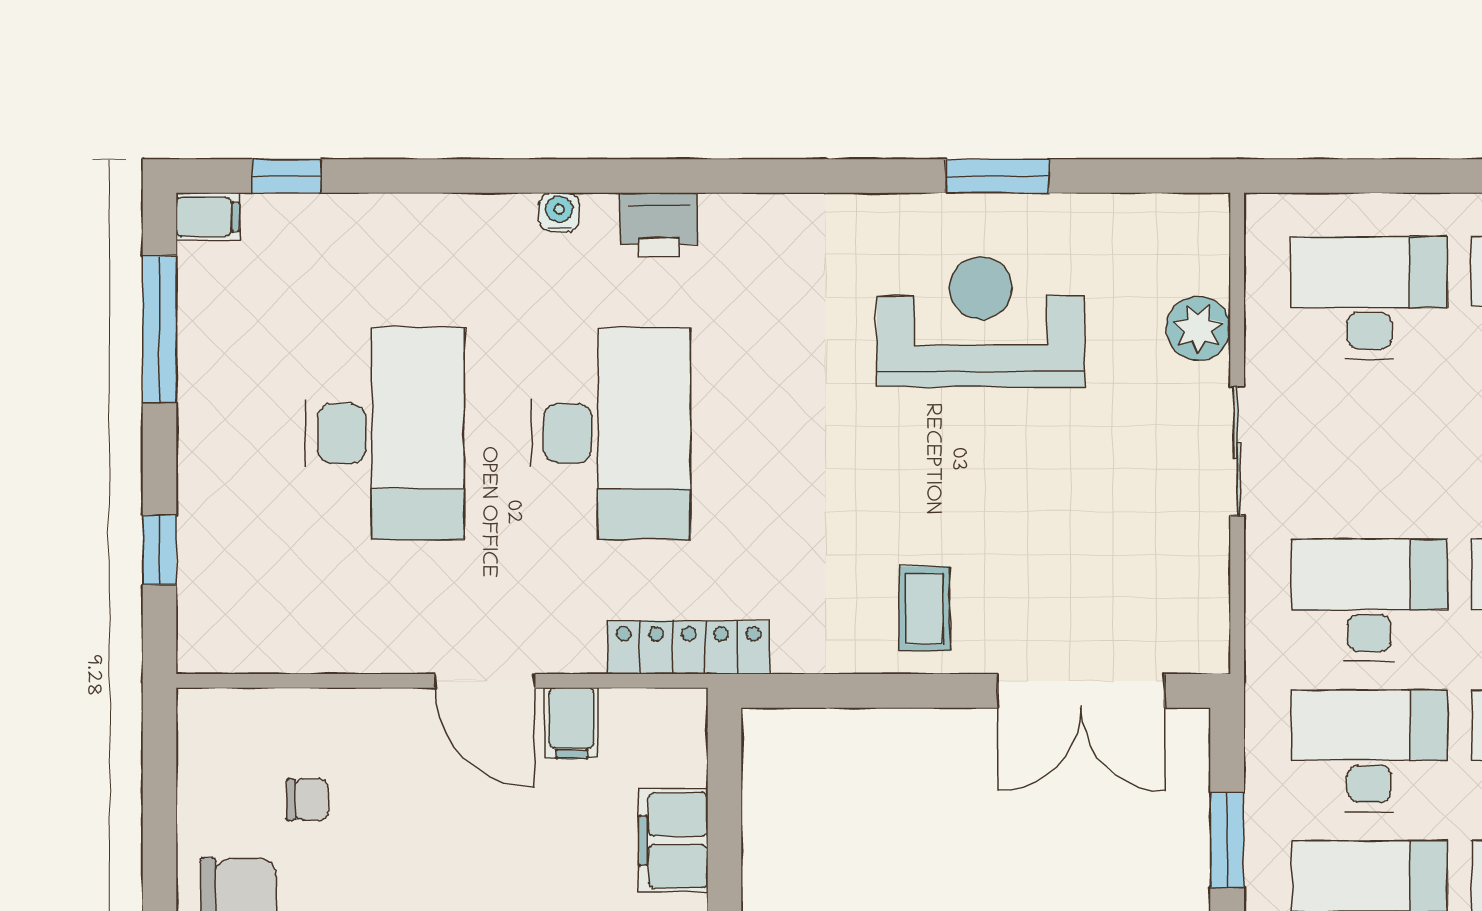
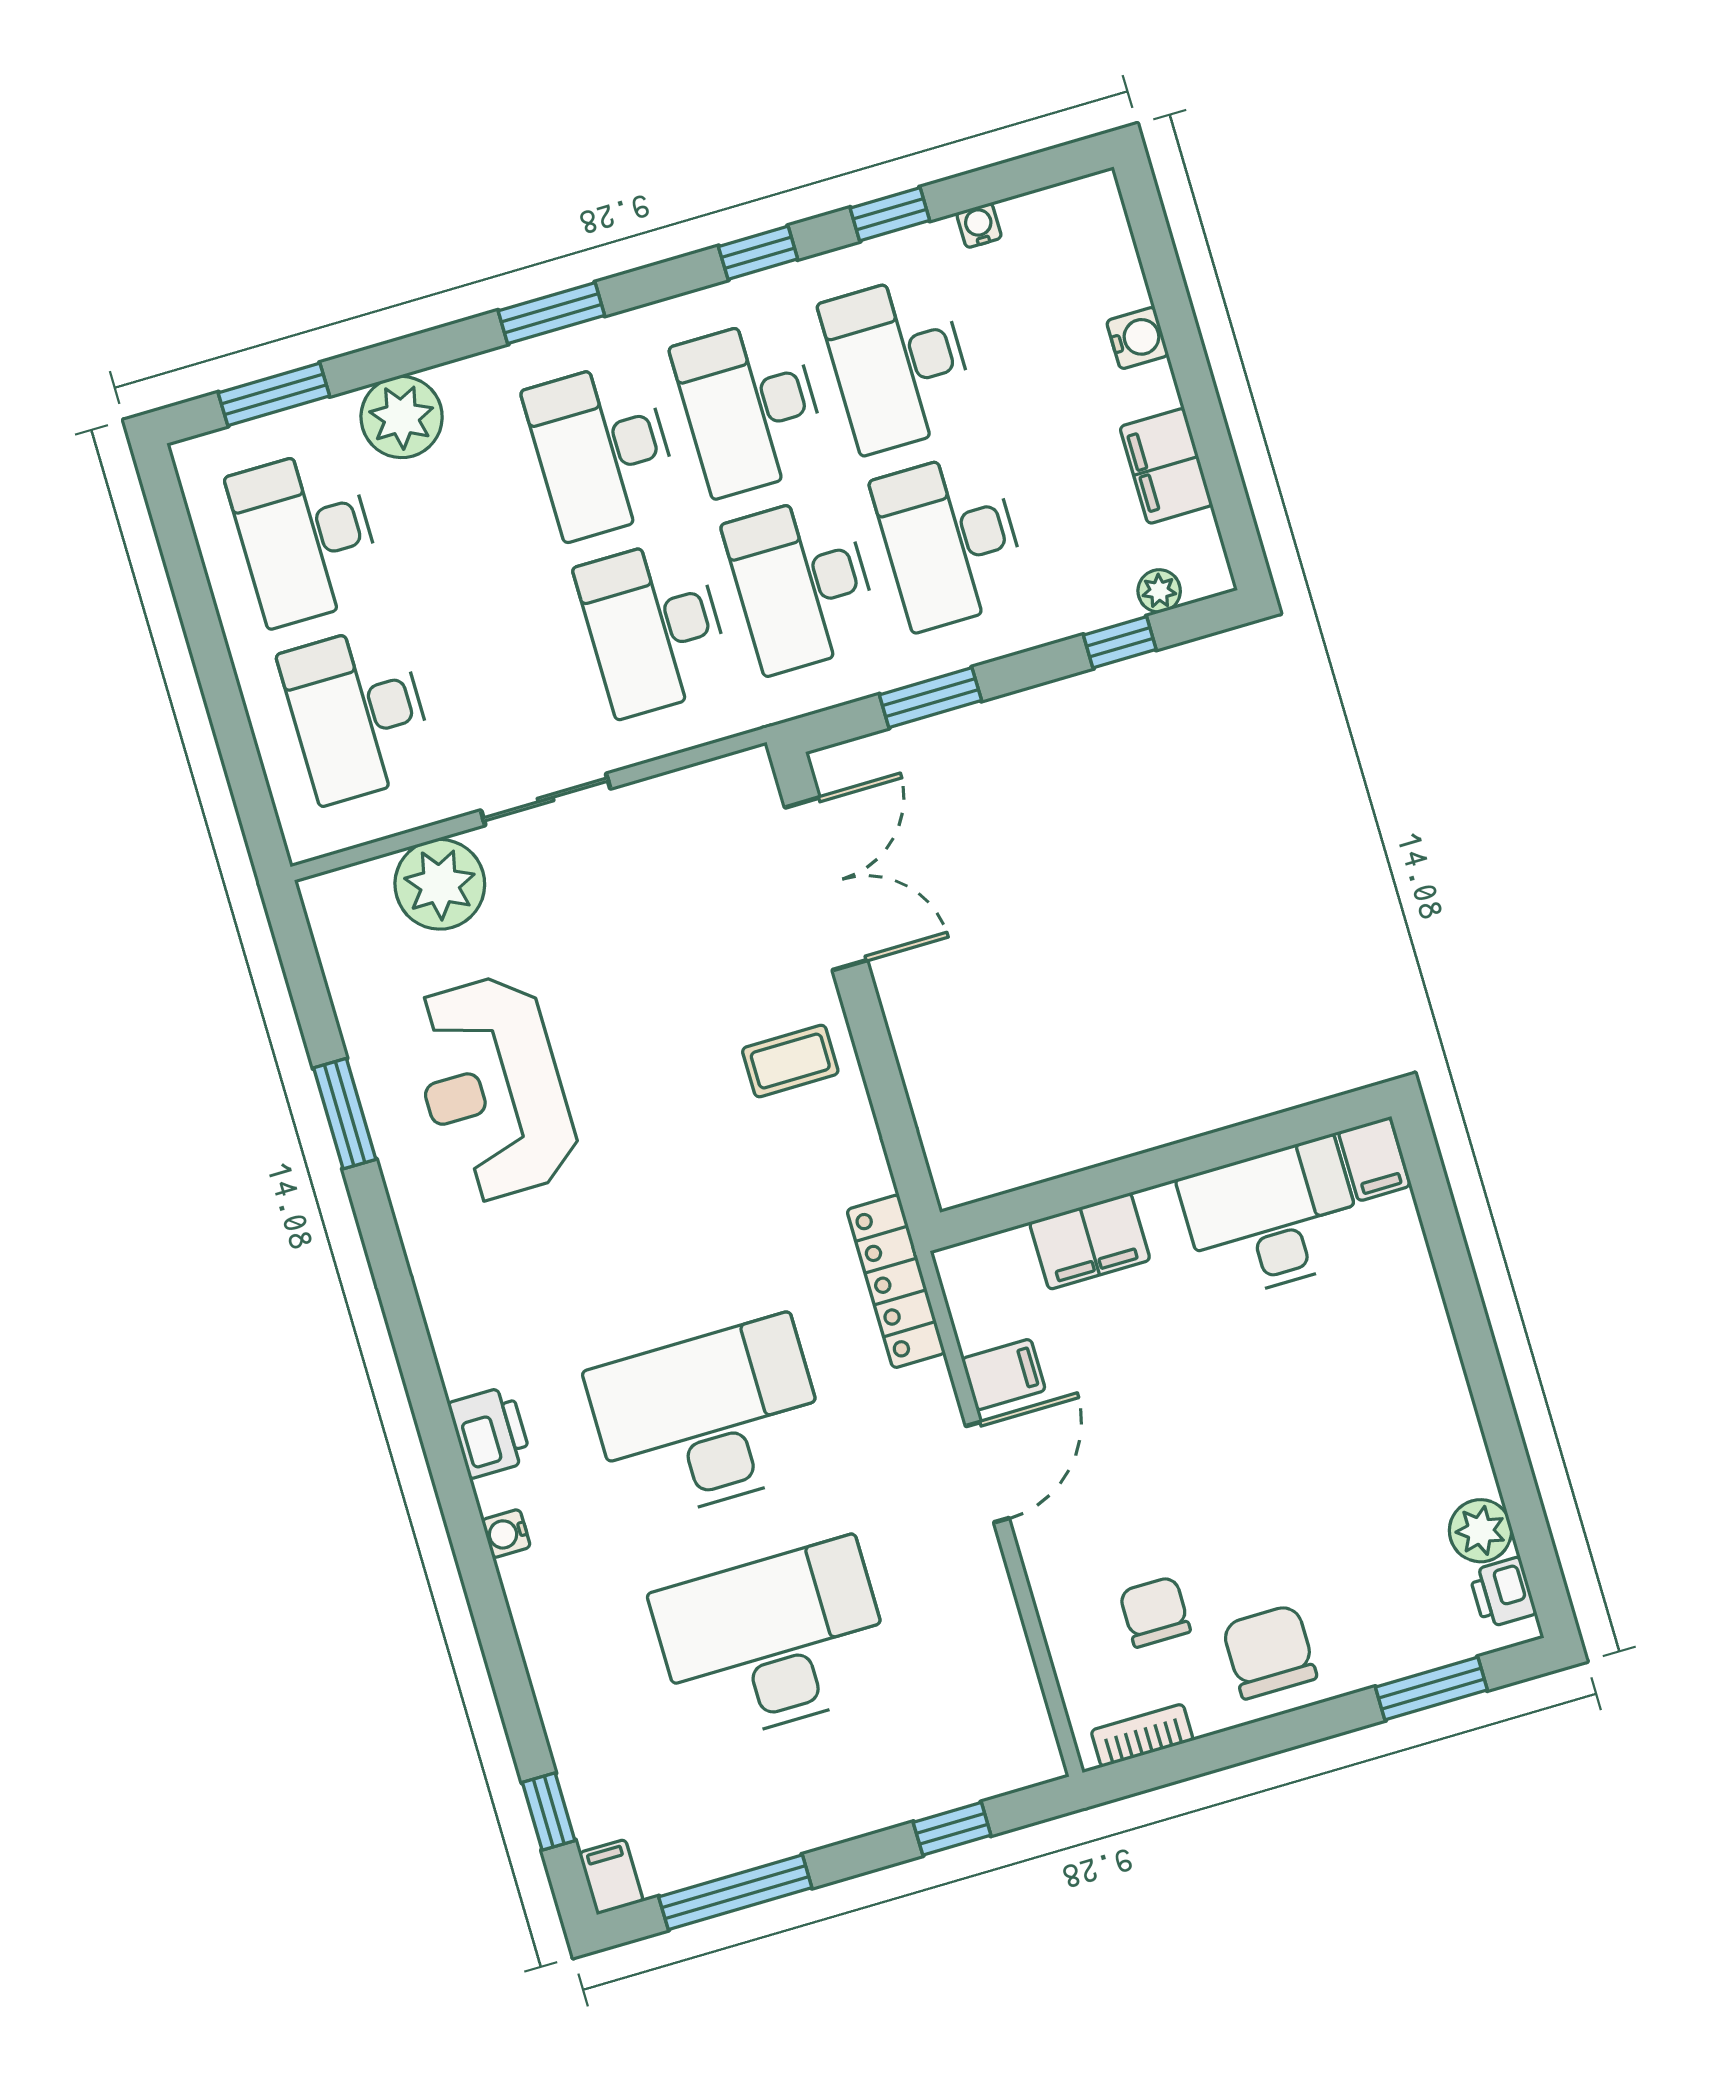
plant: (1198, 328) -> (440, 884), width x1.36, depth x1.36
bookcase: (195, 754) -> (1142, 1735), added
chair: (307, 800) -> (1155, 1612), width x1.37, depth x1.37

